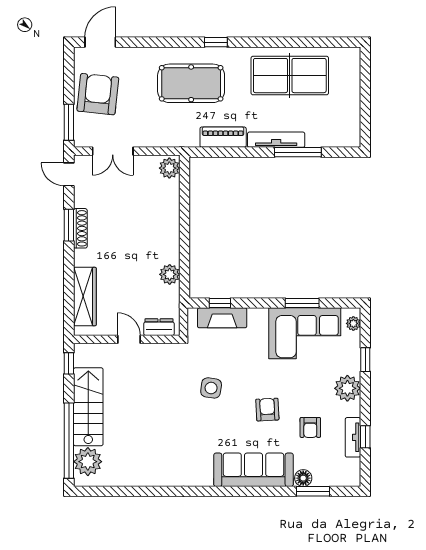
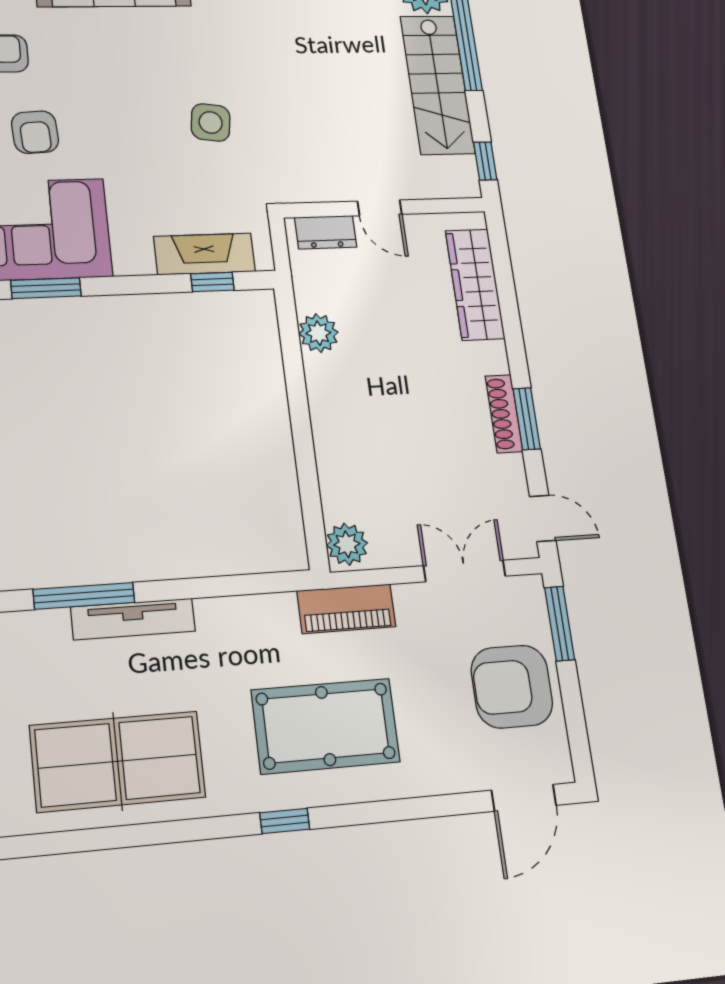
armchair: (98, 94) -> (512, 687), turned 84
piano: (223, 137) -> (346, 609), moved
armchair: (267, 410) -> (35, 132), moved

